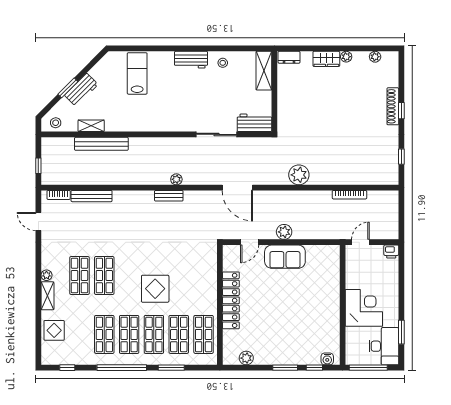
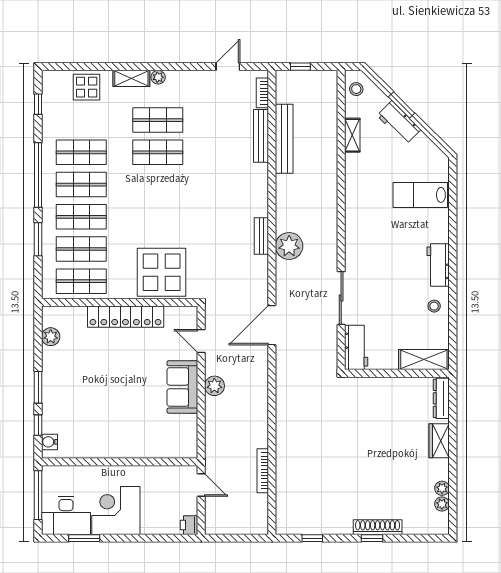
dresser: (289, 57) -> (441, 398), width x1.44
plant: (346, 57) -> (442, 488), moved
lab bench: (137, 73) -> (420, 195), turned 180
bench: (101, 144) -> (284, 139), moved
plant: (299, 175) -> (289, 405), removed
plant: (176, 179) -> (289, 246), width x1.88, depth x1.88
display table: (155, 289) -> (162, 272), moved, width x1.36, depth x1.36
corner desk: (364, 308) -> (116, 510), moved, turned 180

